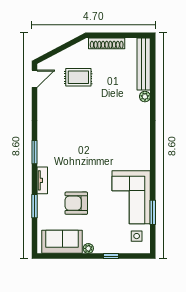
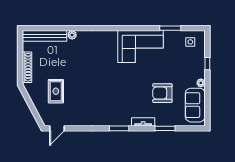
door: (34, 79) -> (57, 128), swing flipped
corner sofa: (131, 197) -> (141, 46), moved
armchair: (76, 203) -> (162, 93), turned 90

